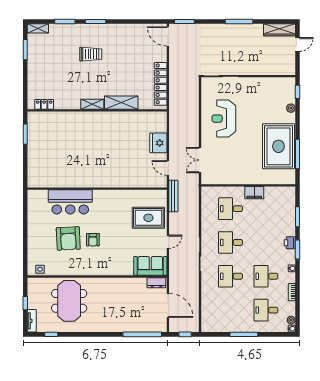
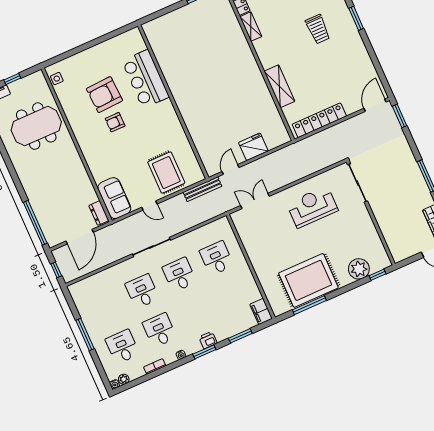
shelving: (92, 104) -> (251, 27), moved
plant: (291, 108) -> (359, 269), width x1.88, depth x1.88
filing cabinet: (254, 193) -> (261, 311), moved

